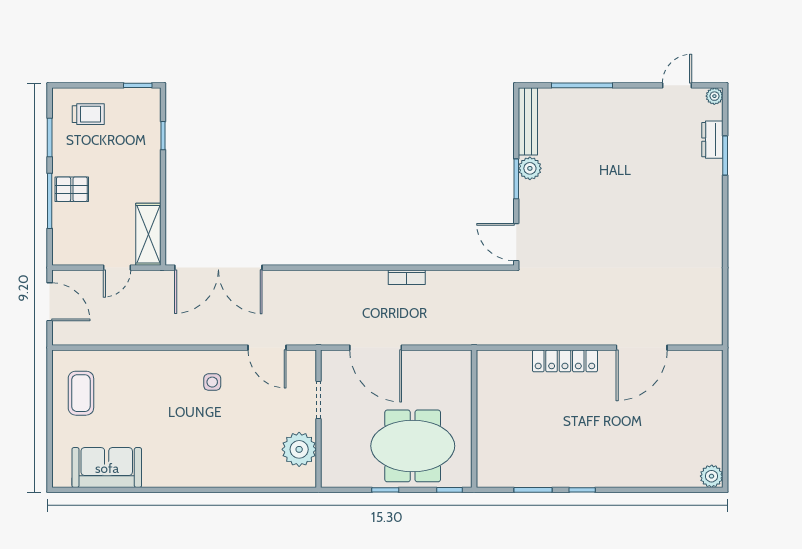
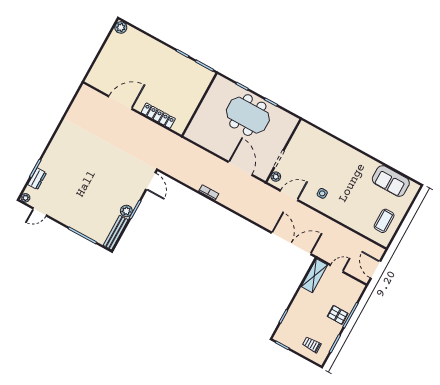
door: (267, 348) -> (289, 195), hinge flipped
wall: (474, 419) -> (199, 104), moved
plant: (299, 449) -> (276, 177), moved, width x0.53, depth x0.53

